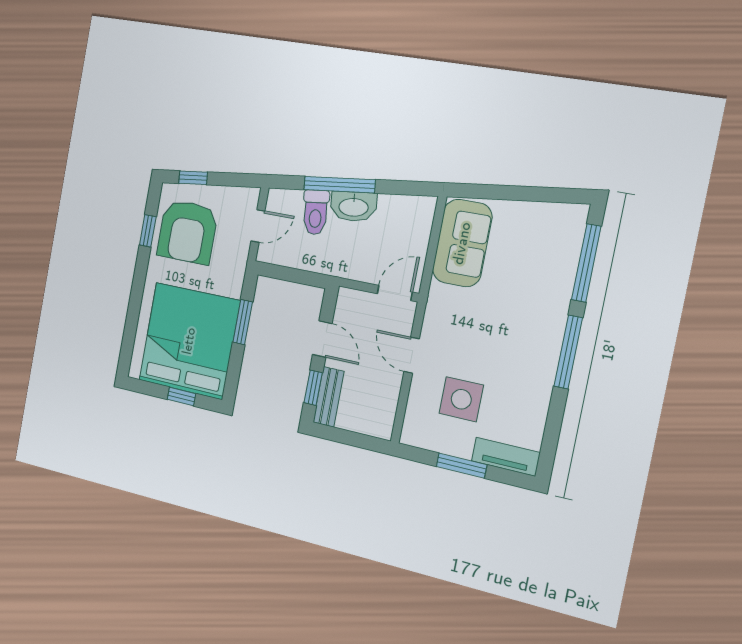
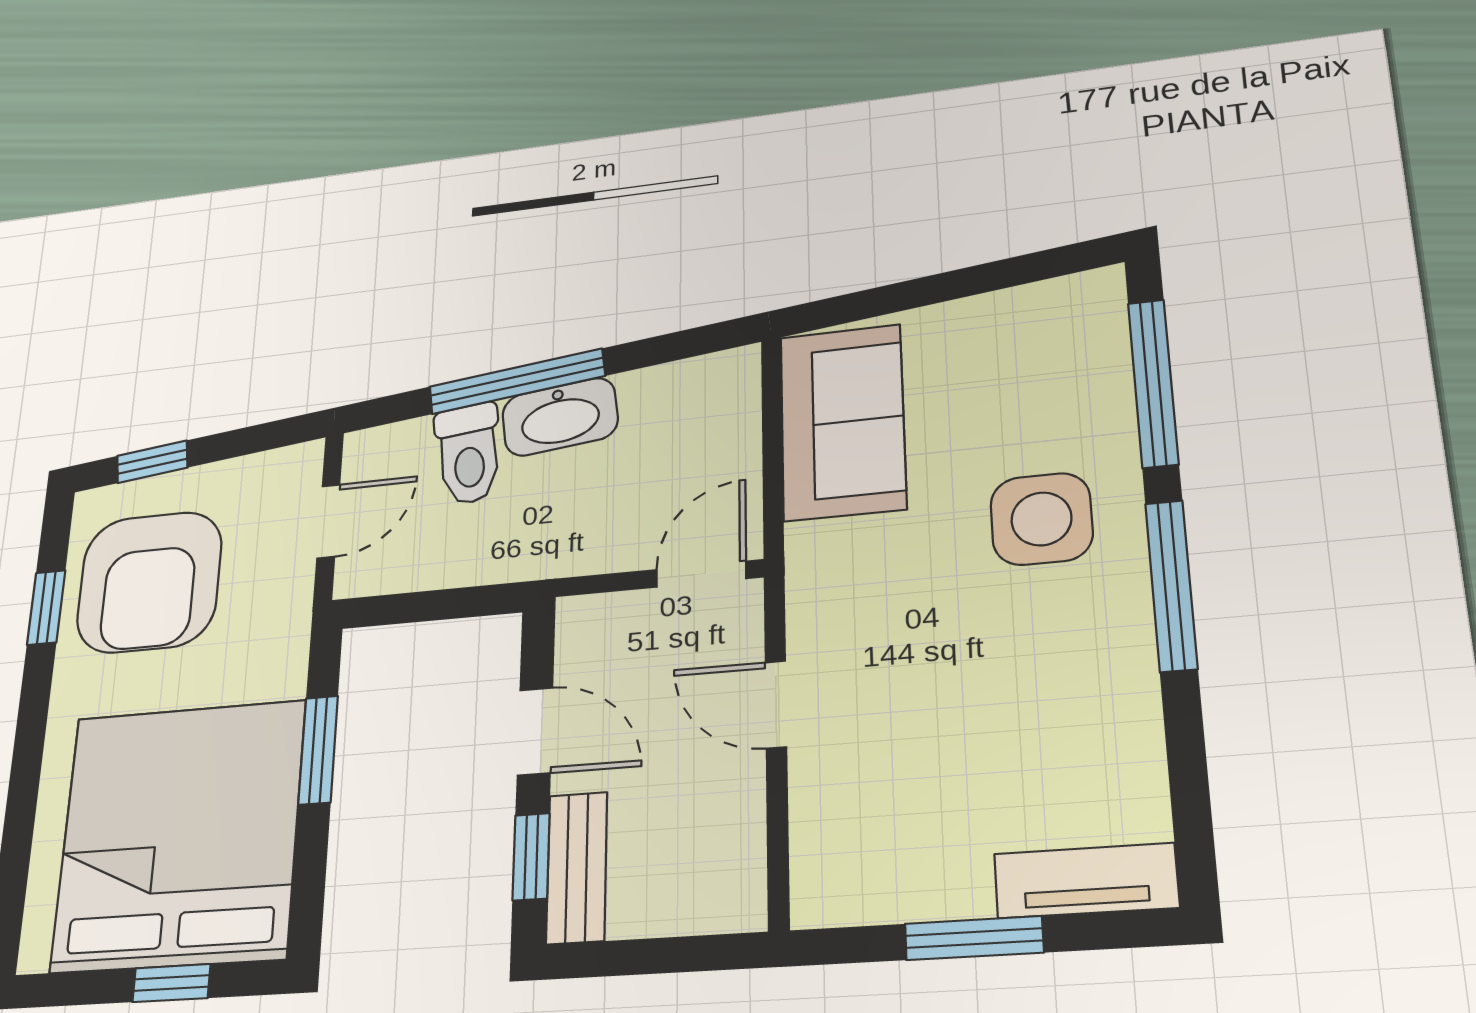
side table: (461, 399) -> (1041, 519), moved

